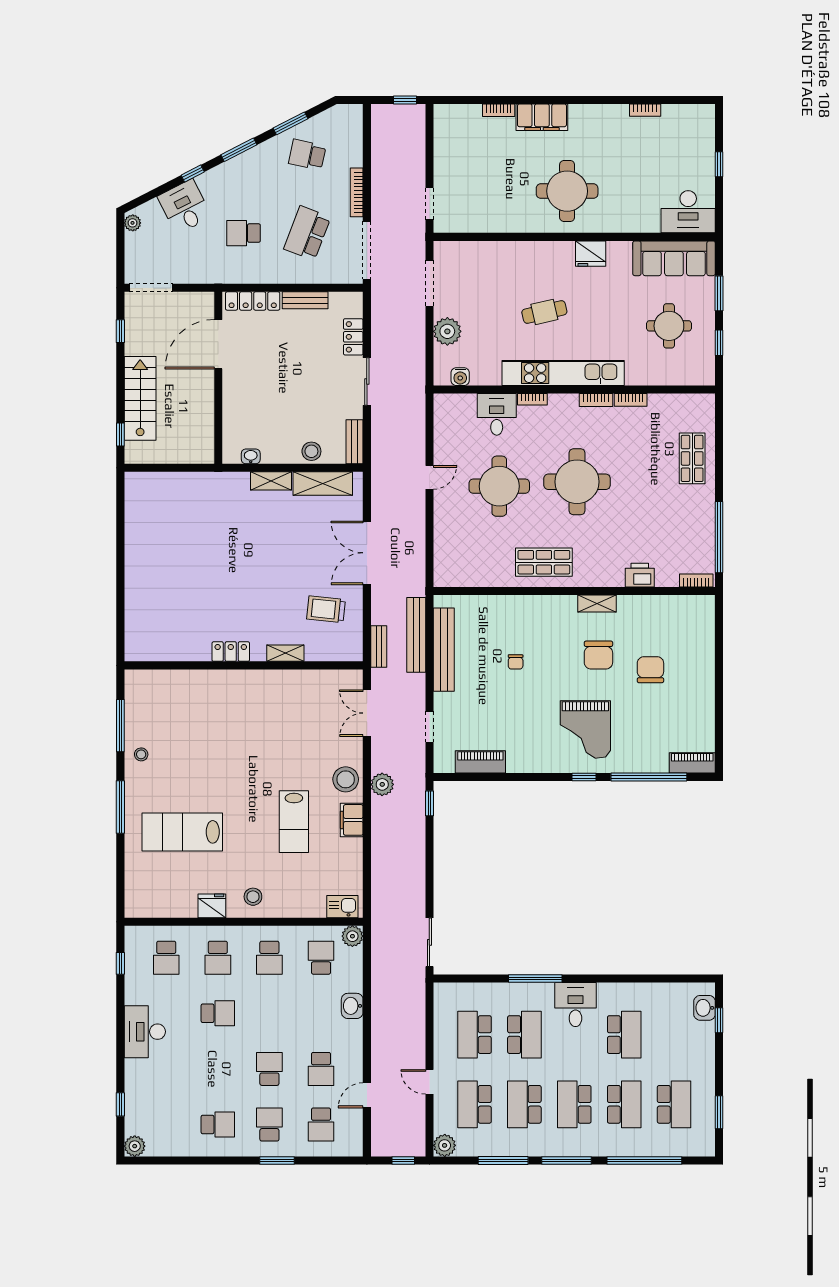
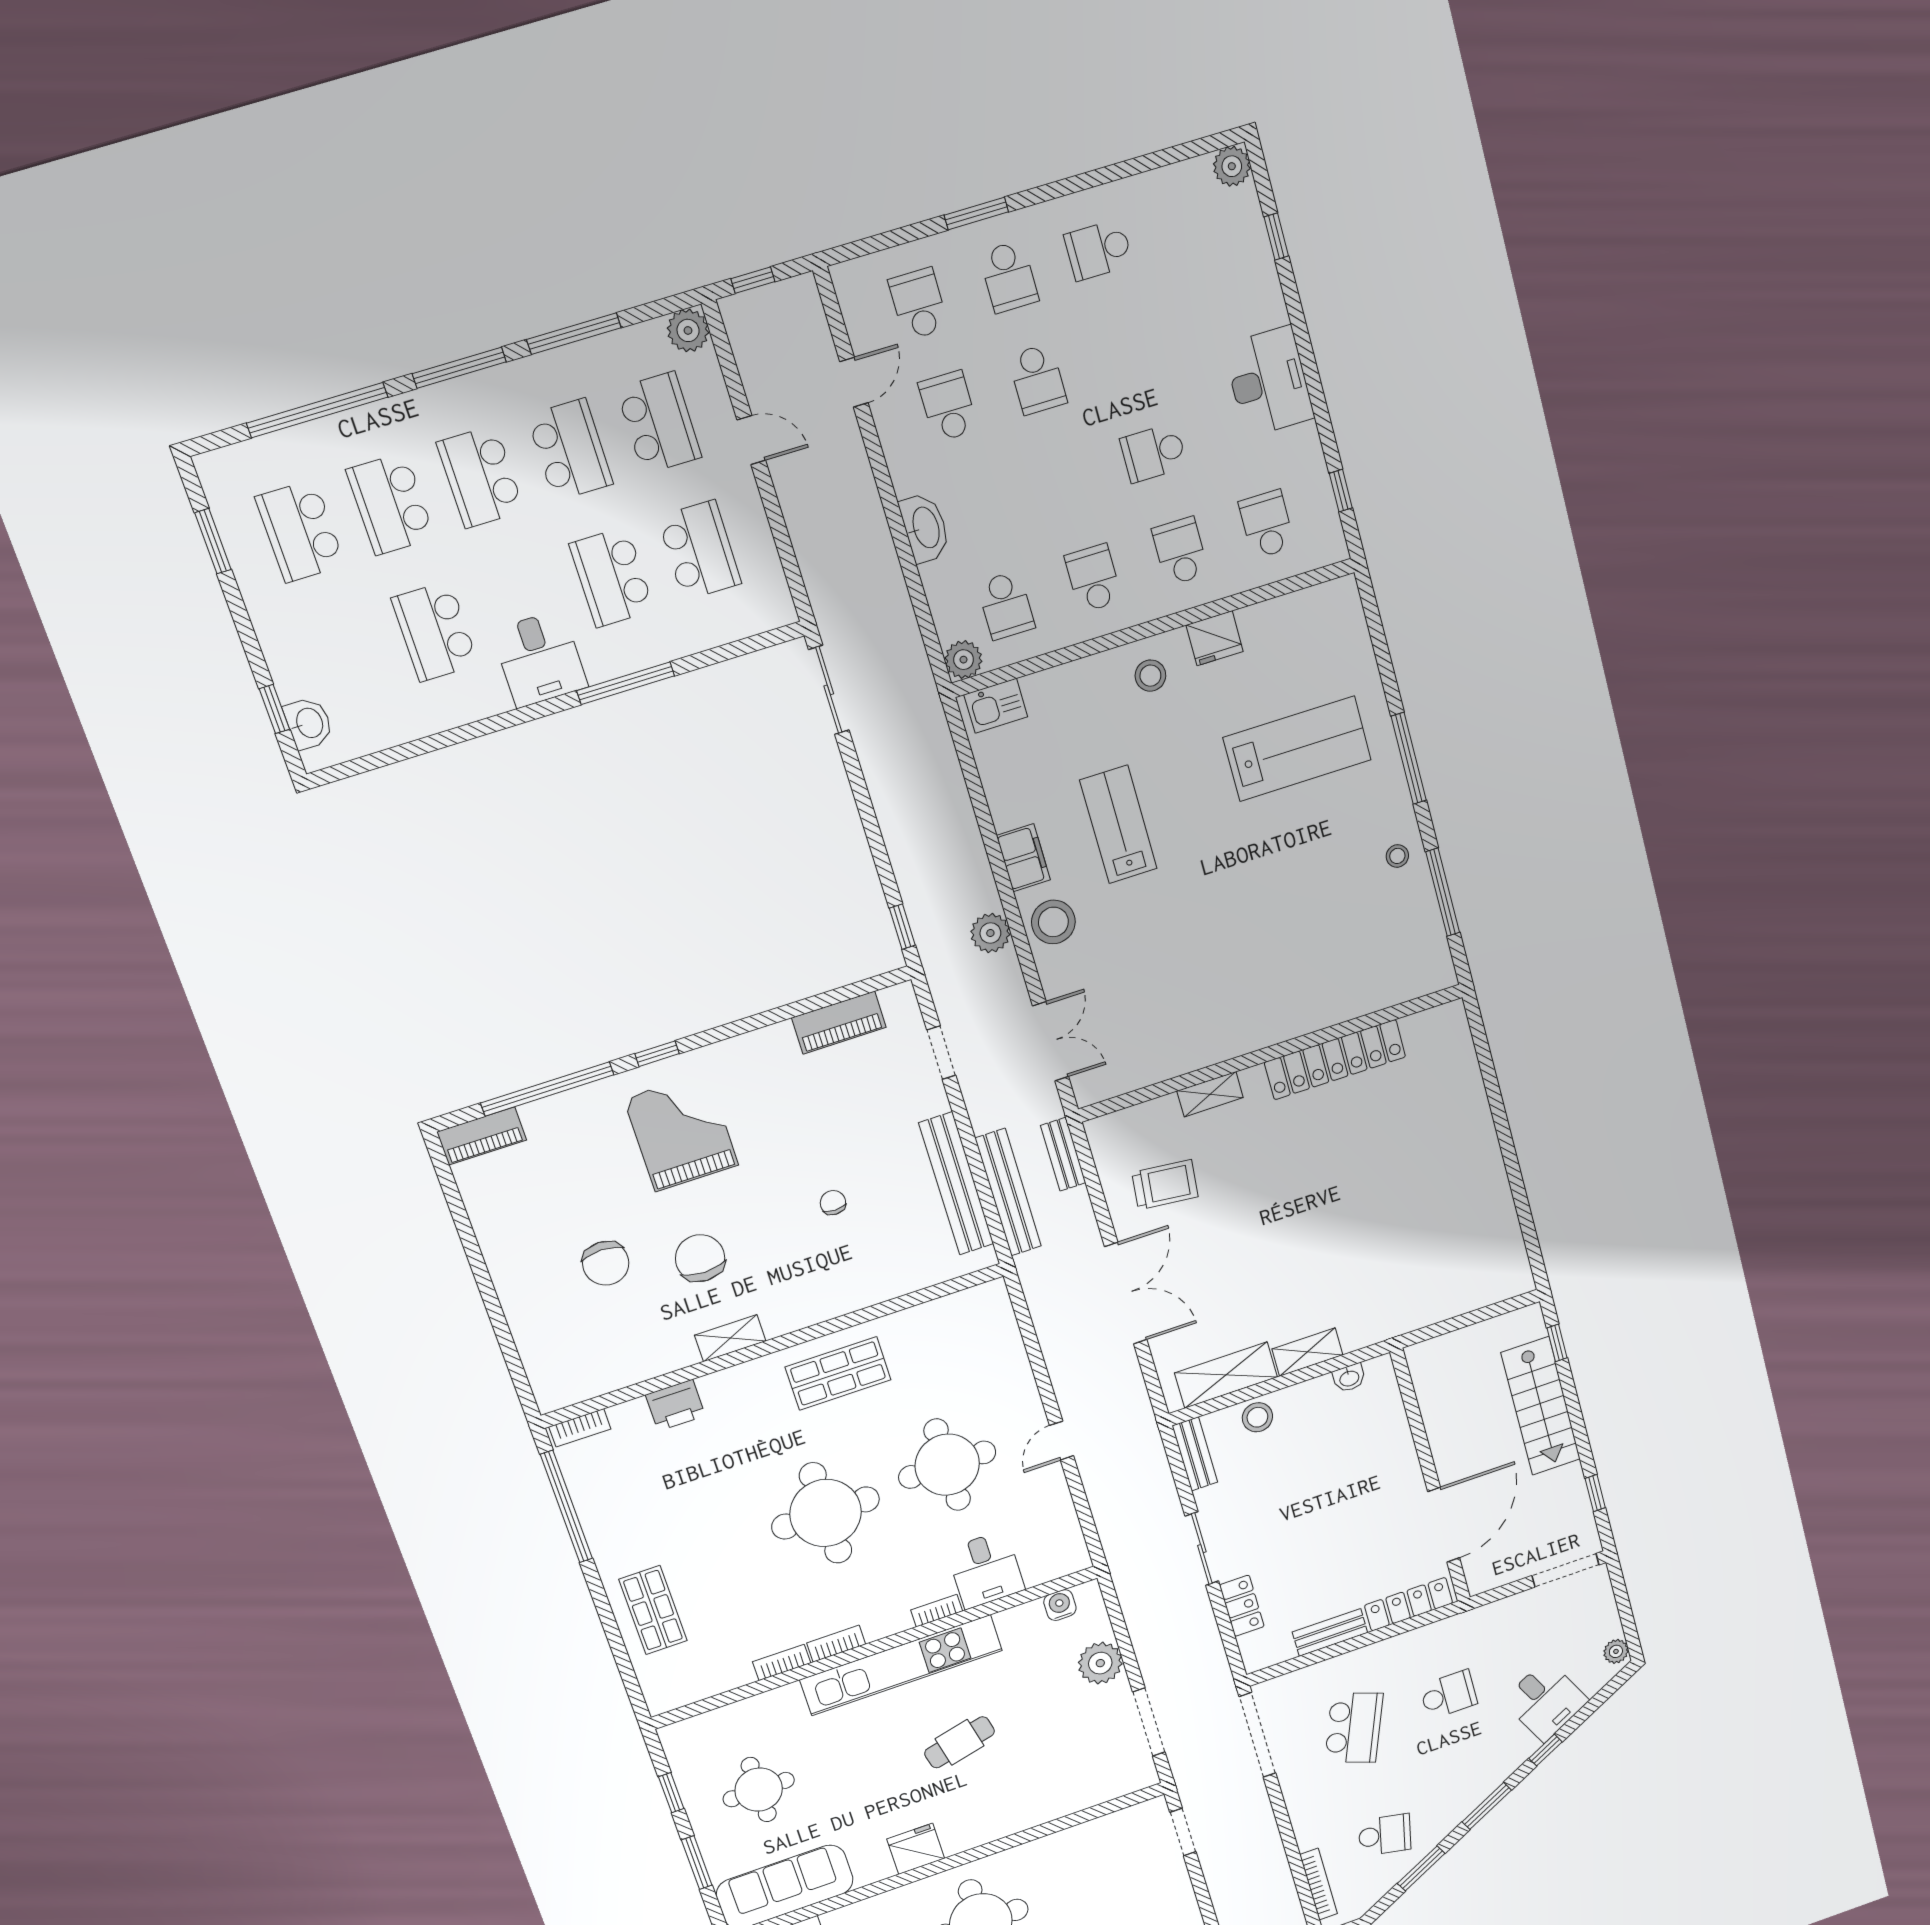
bookcase: (357, 192) -> (1319, 1884), moved
locker: (231, 652) -> (1335, 1060), width x2.16, depth x1.21
washbasin: (352, 1006) -> (925, 528), width x1.38
school desk: (574, 1104) -> (481, 477), turned 180

